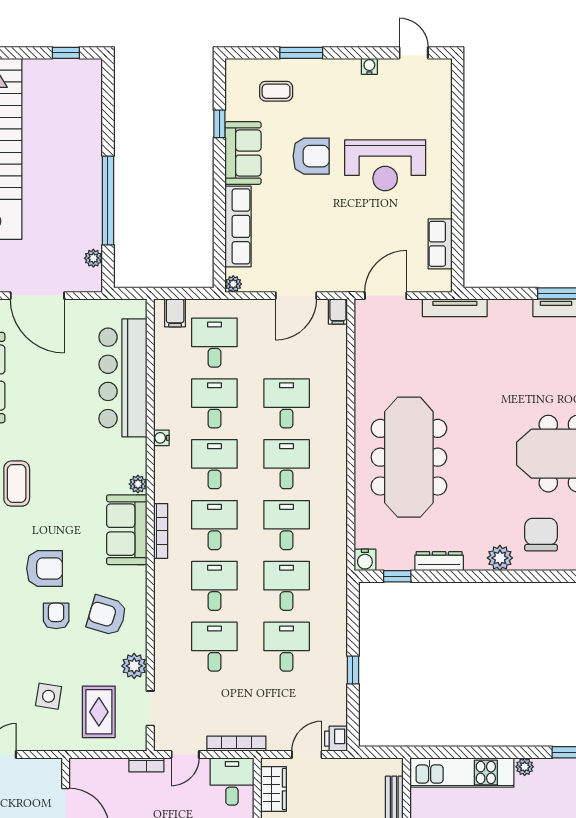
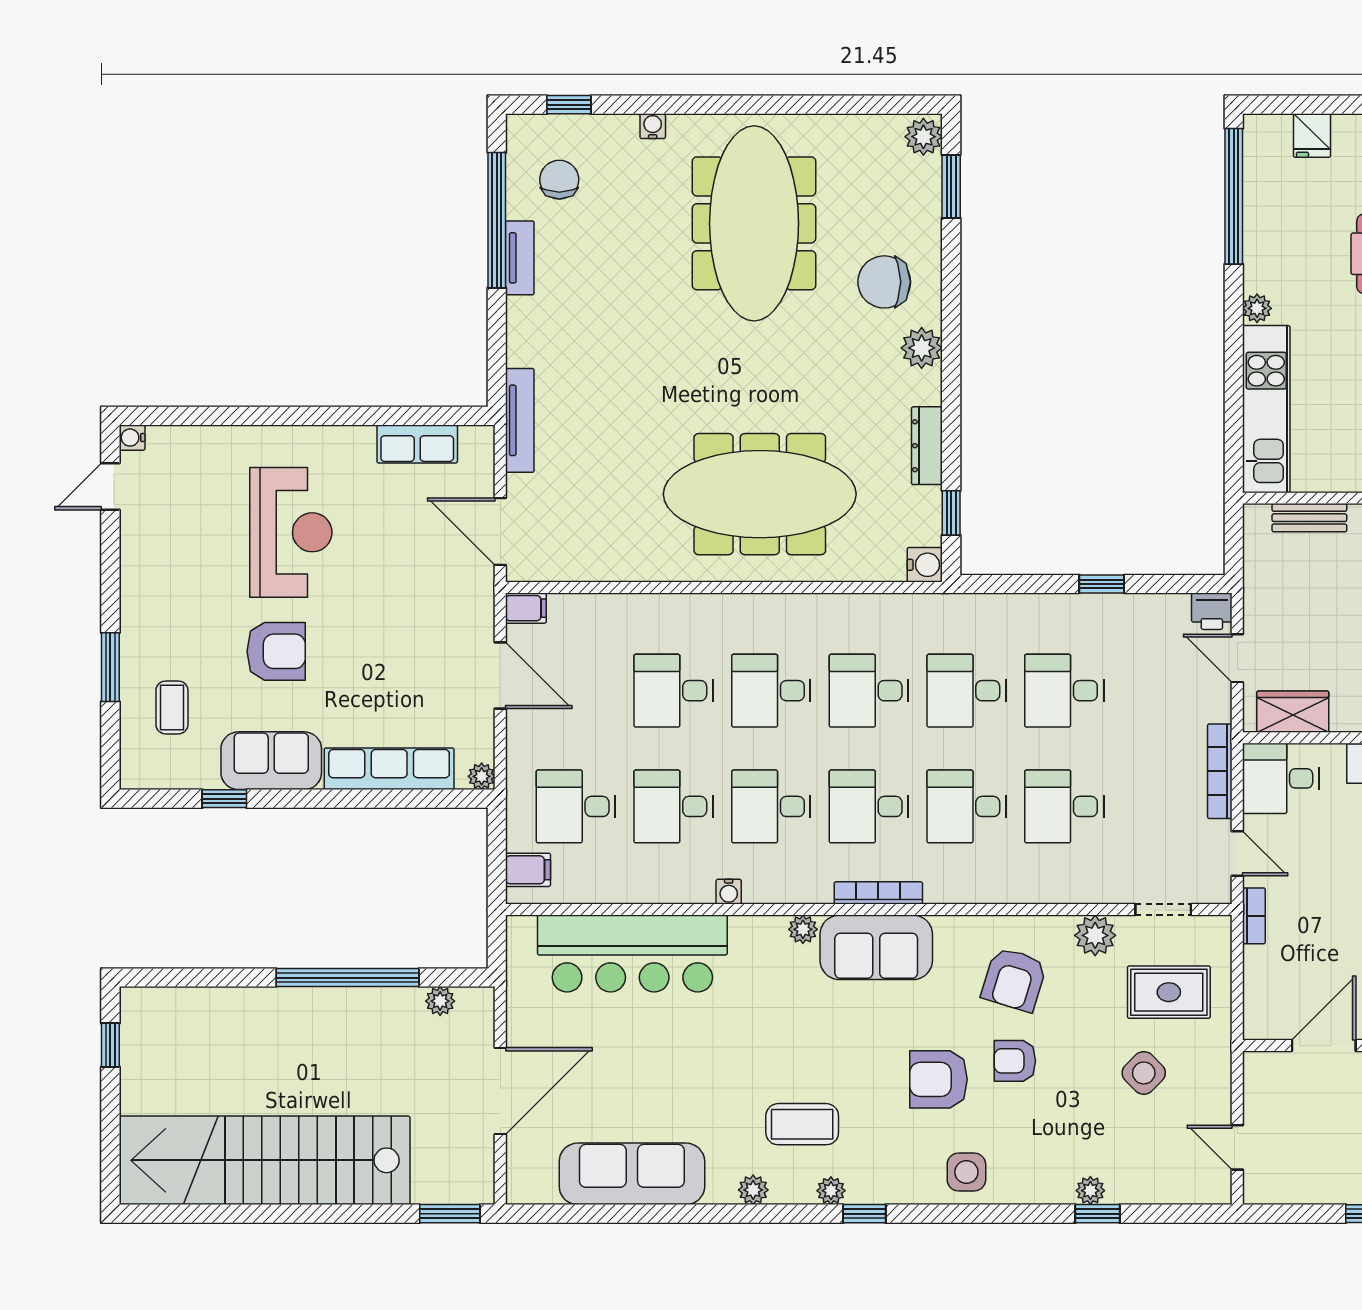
water cooler: (369, 66) -> (132, 438), moved
armchair: (311, 156) -> (276, 651), turned 90
armchair: (45, 568) -> (939, 1079), turned -90
side table: (49, 696) -> (1144, 1073), turned 36

